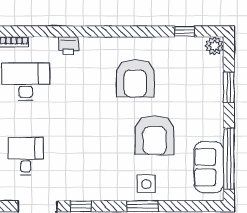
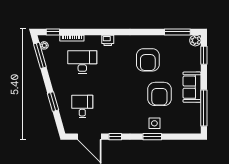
window: (184, 31) -> (177, 32), width x2.17
window: (229, 87) -> (204, 55), moved
sofa: (209, 167) -> (192, 87), moved

